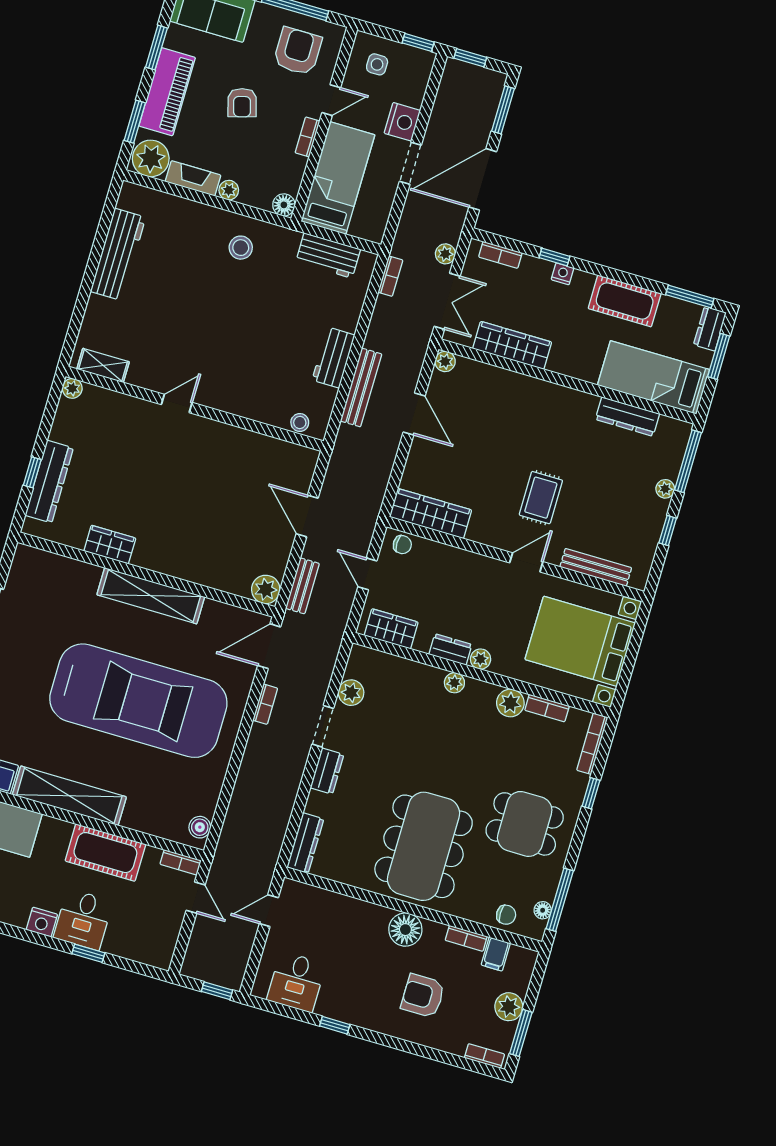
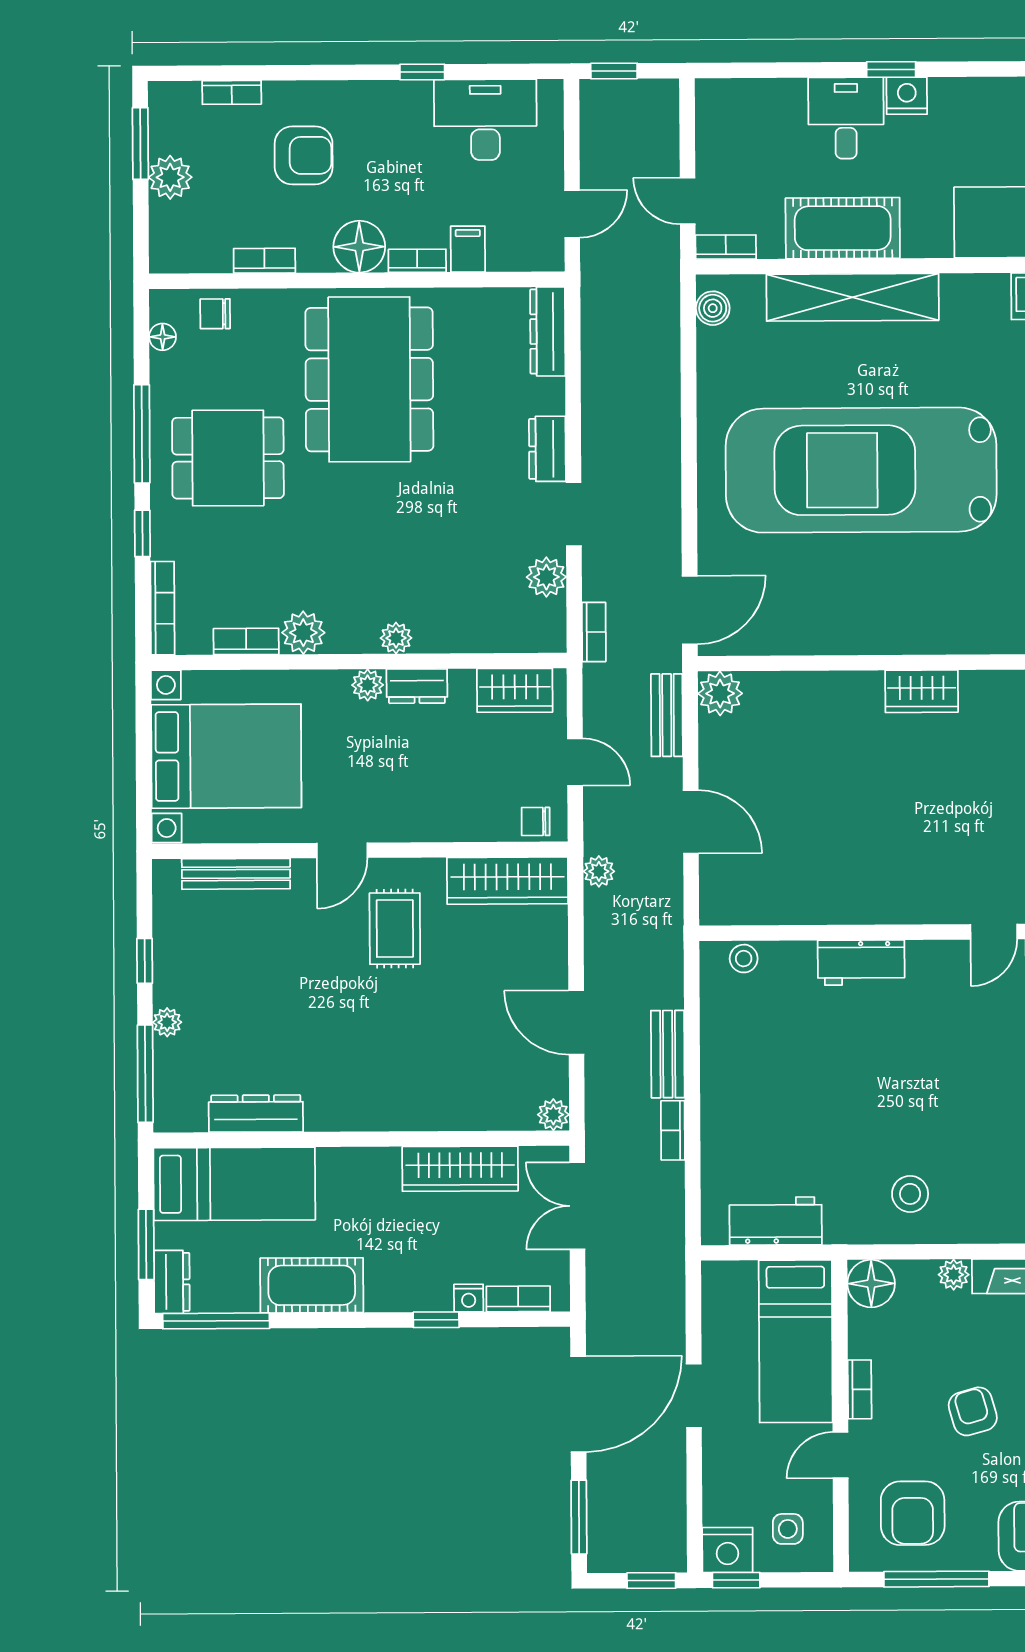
nightstand: (402, 122) -> (727, 1550), moved, turned -90
floor lamp: (284, 205) -> (871, 1284), width x1.38, depth x1.38
plant: (445, 254) -> (599, 871), moved
nightstand: (563, 274) -> (469, 1298), moved
bookcase: (390, 276) -> (673, 1130), moved
window: (690, 297) -> (216, 1321), width x1.44
workbench: (333, 358) -> (861, 963), moved, turned 90
bench: (361, 387) -> (668, 1054), width x0.73
door: (177, 404) -> (994, 932), moved
rug: (541, 498) -> (395, 929), moved
wardrobe: (110, 545) -> (922, 691), moved
shelving: (151, 596) -> (889, 633), removed
bookcase: (265, 704) -> (594, 632), moved, turned 180
shelving: (69, 796) -> (853, 297), moved
window: (560, 900) -> (142, 434), moved
bookcase: (372, 910) -> (417, 261), added
window: (88, 953) -> (891, 69), moved
filing cabinet: (496, 954) -> (468, 249), moved
desk: (296, 982) -> (485, 120), width x1.37
bookcase: (484, 1056) -> (232, 92), moved

